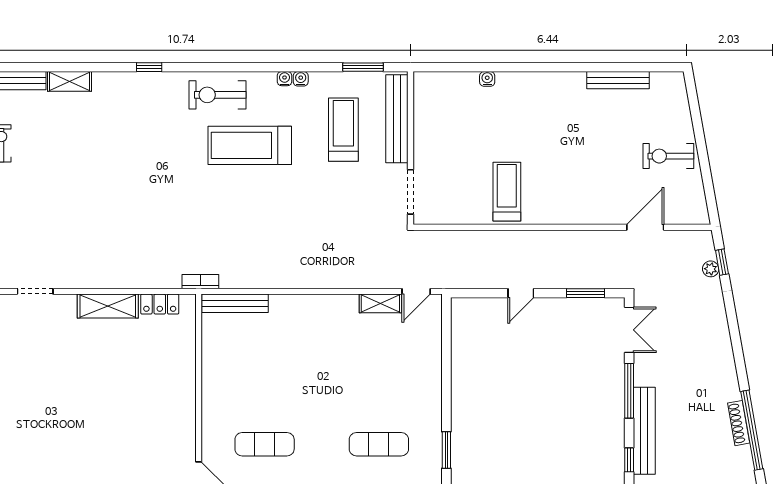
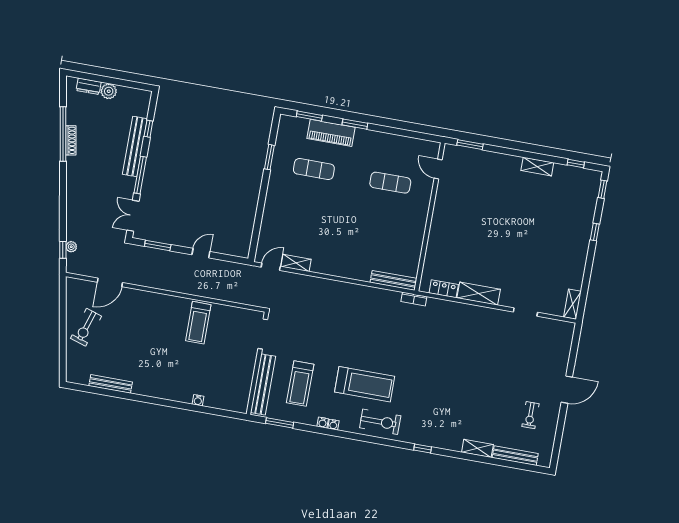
exercise bike: (668, 156) -> (86, 327), turned 108

